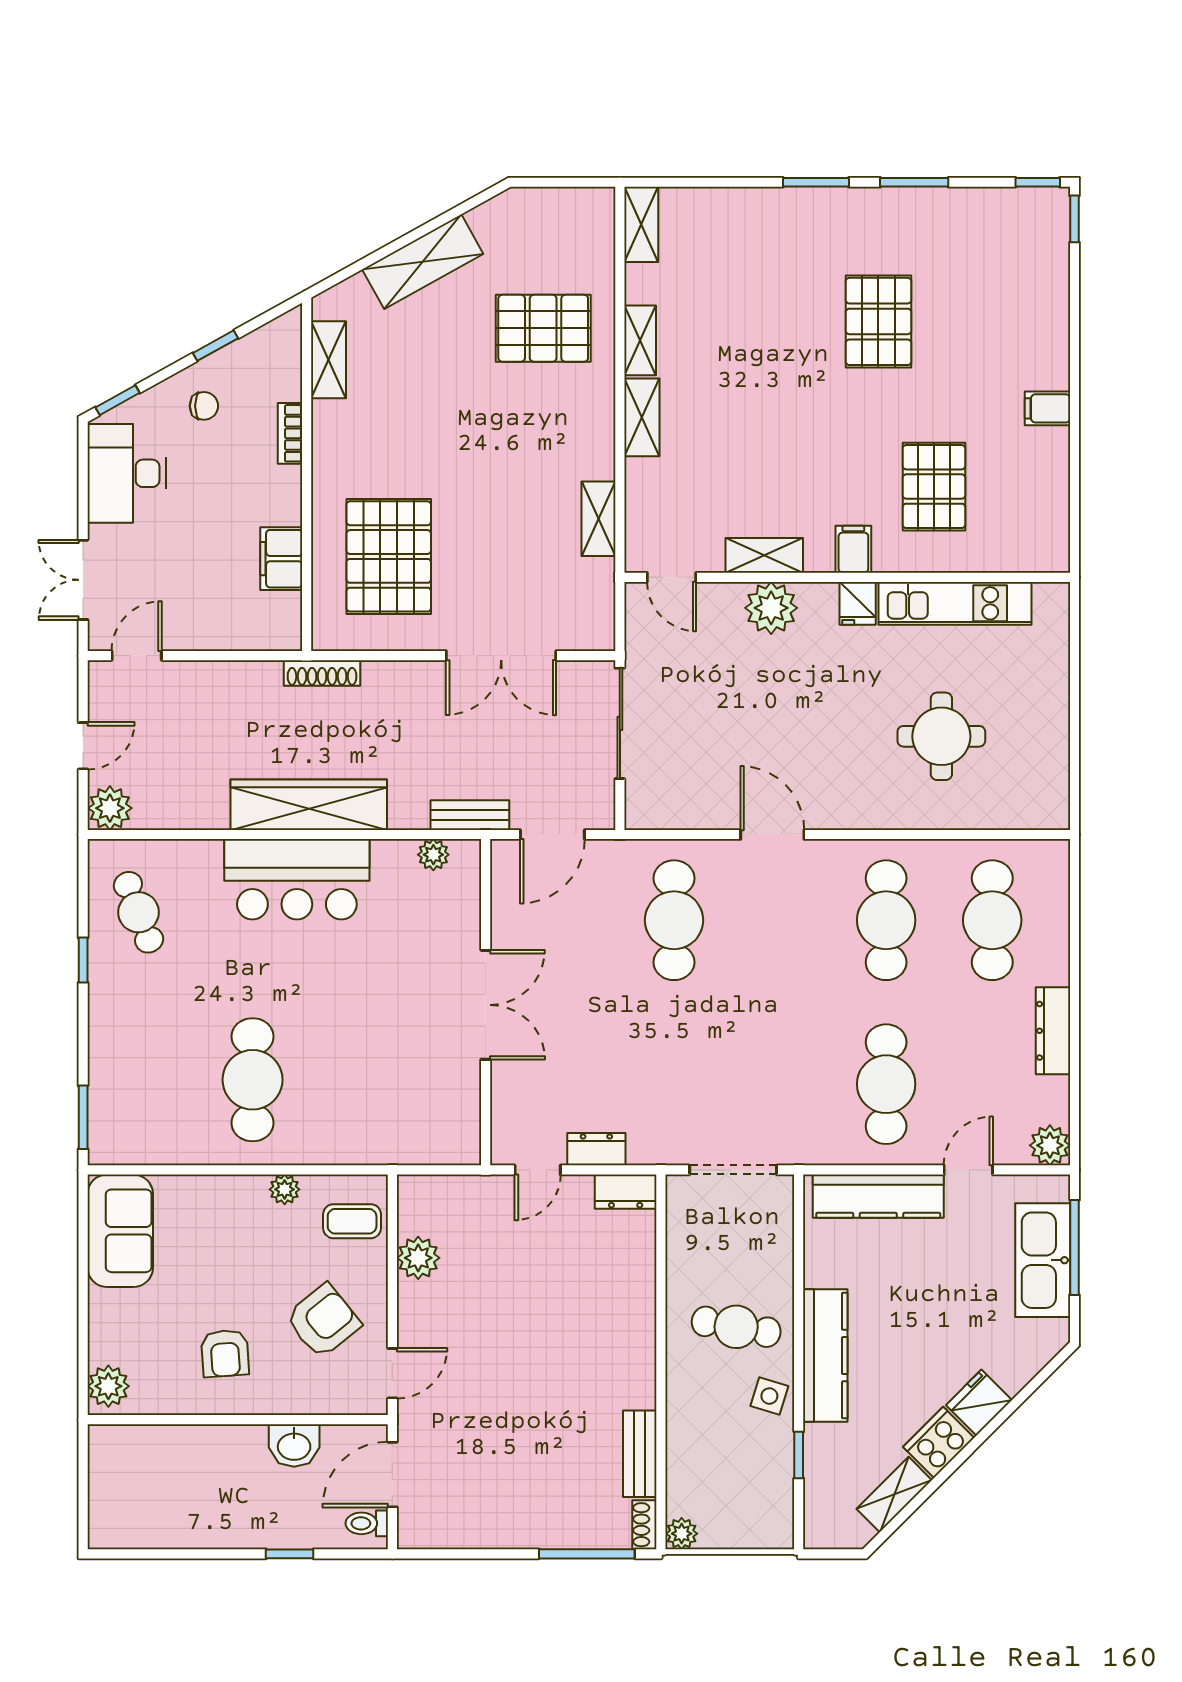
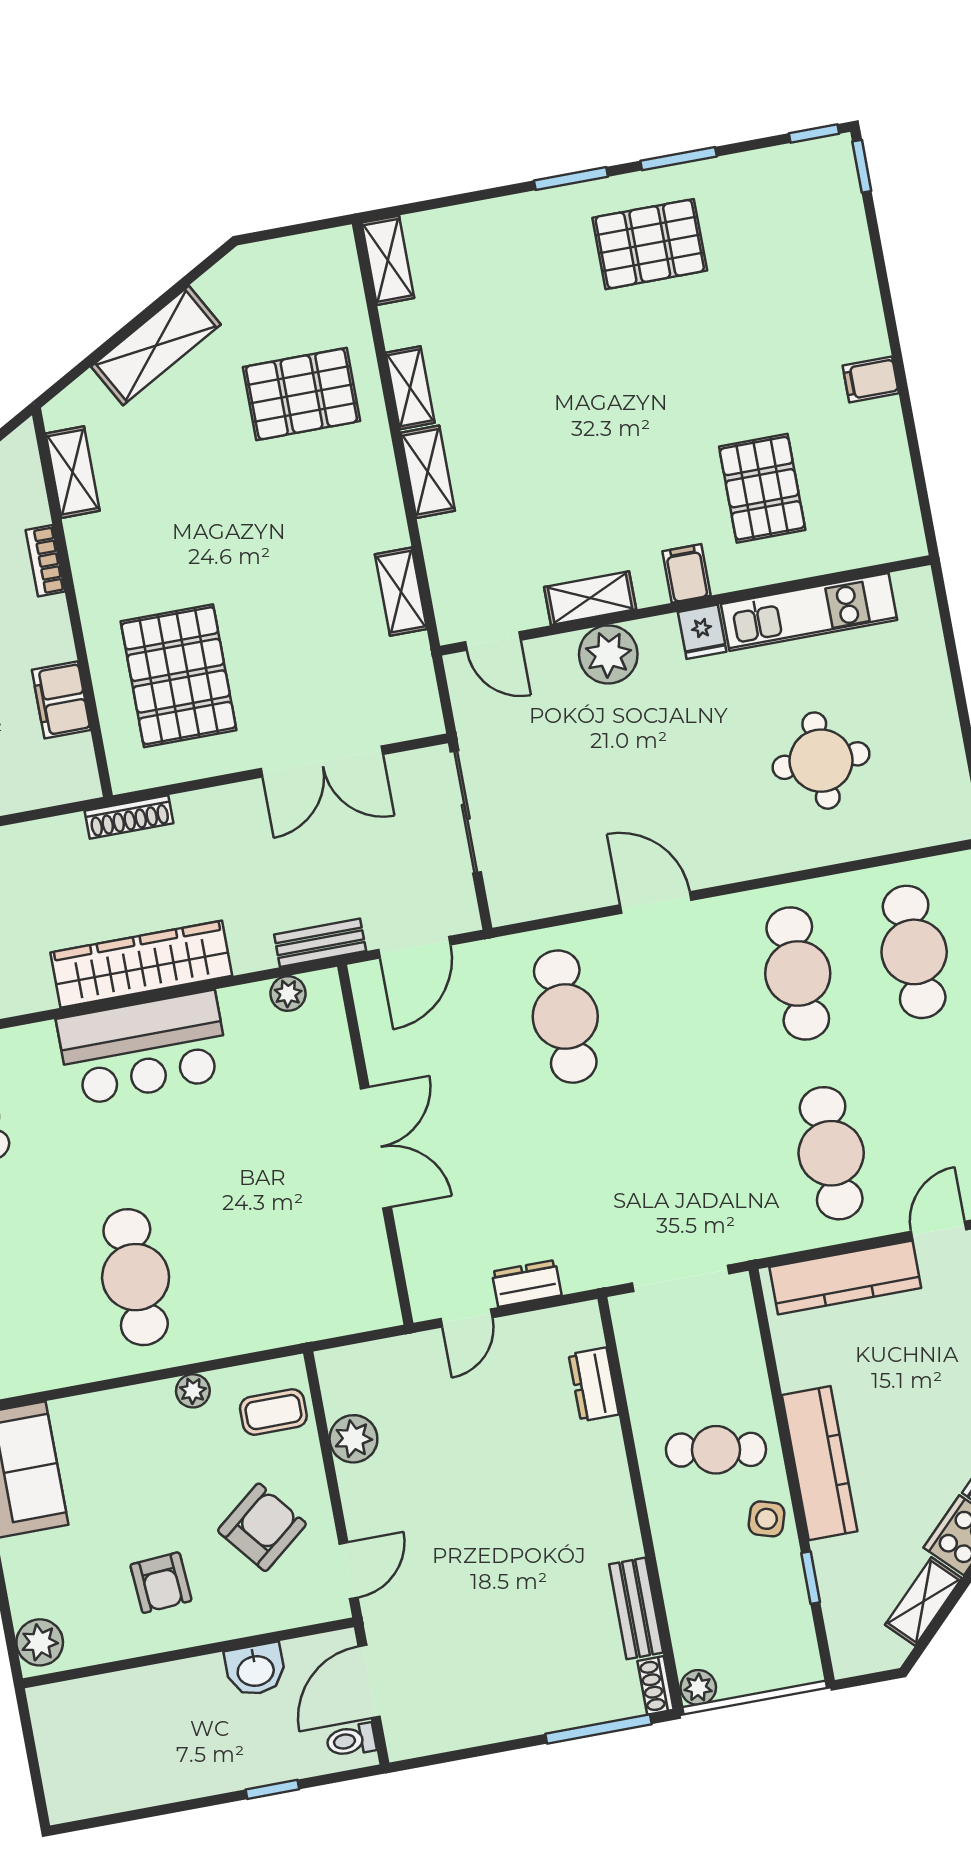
pallet: (878, 321) -> (650, 244), moved, turned 90
dresser: (626, 1192) -> (594, 1384), moved, turned 90

